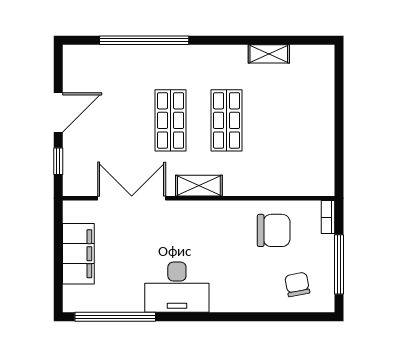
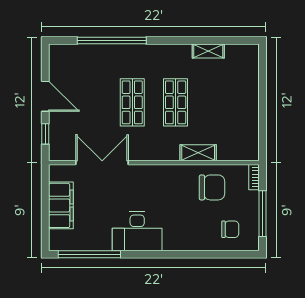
door: (58, 113) -> (45, 96), hinge flipped
shelving: (199, 186) -> (198, 153), moved
chair: (297, 284) -> (230, 229), turned 101

